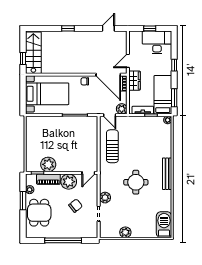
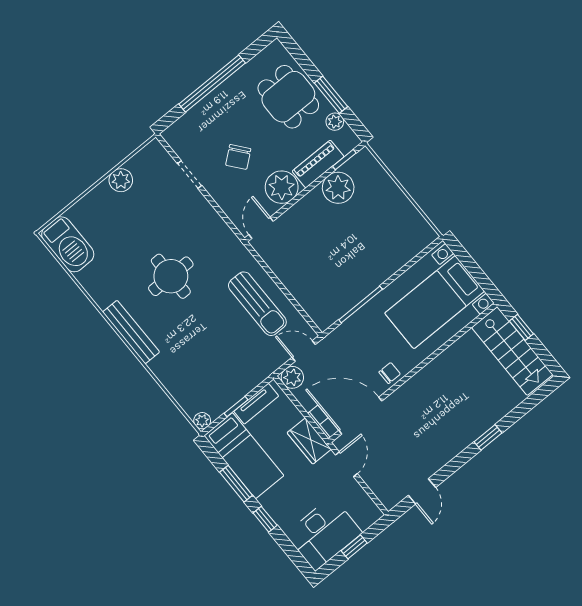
window: (174, 98) -> (236, 484), moved
plant: (105, 198) -> (201, 210), removed

